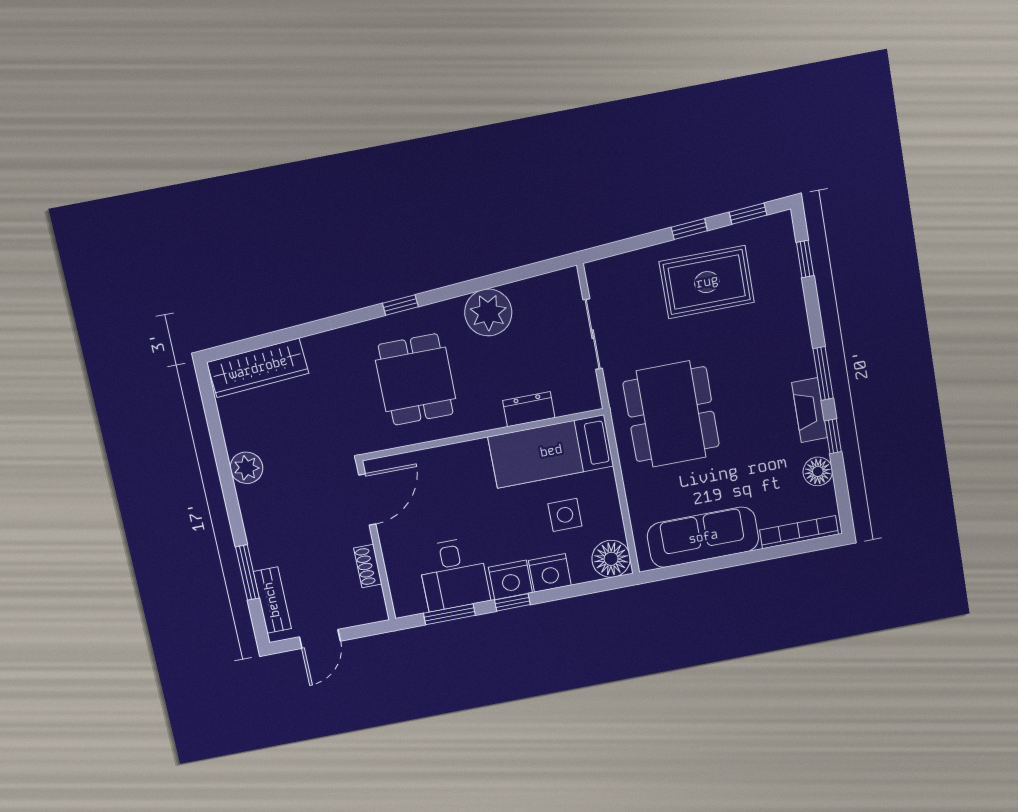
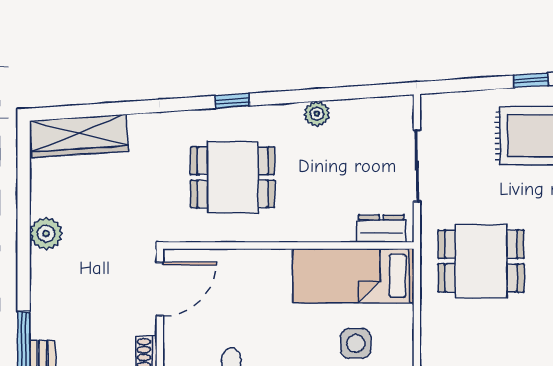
plant: (488, 312) -> (317, 114), width x0.53, depth x0.53
dining table: (416, 379) -> (233, 177), turned 90
dresser: (529, 409) -> (381, 229), moved
dining table: (671, 414) -> (481, 261), width x0.73

